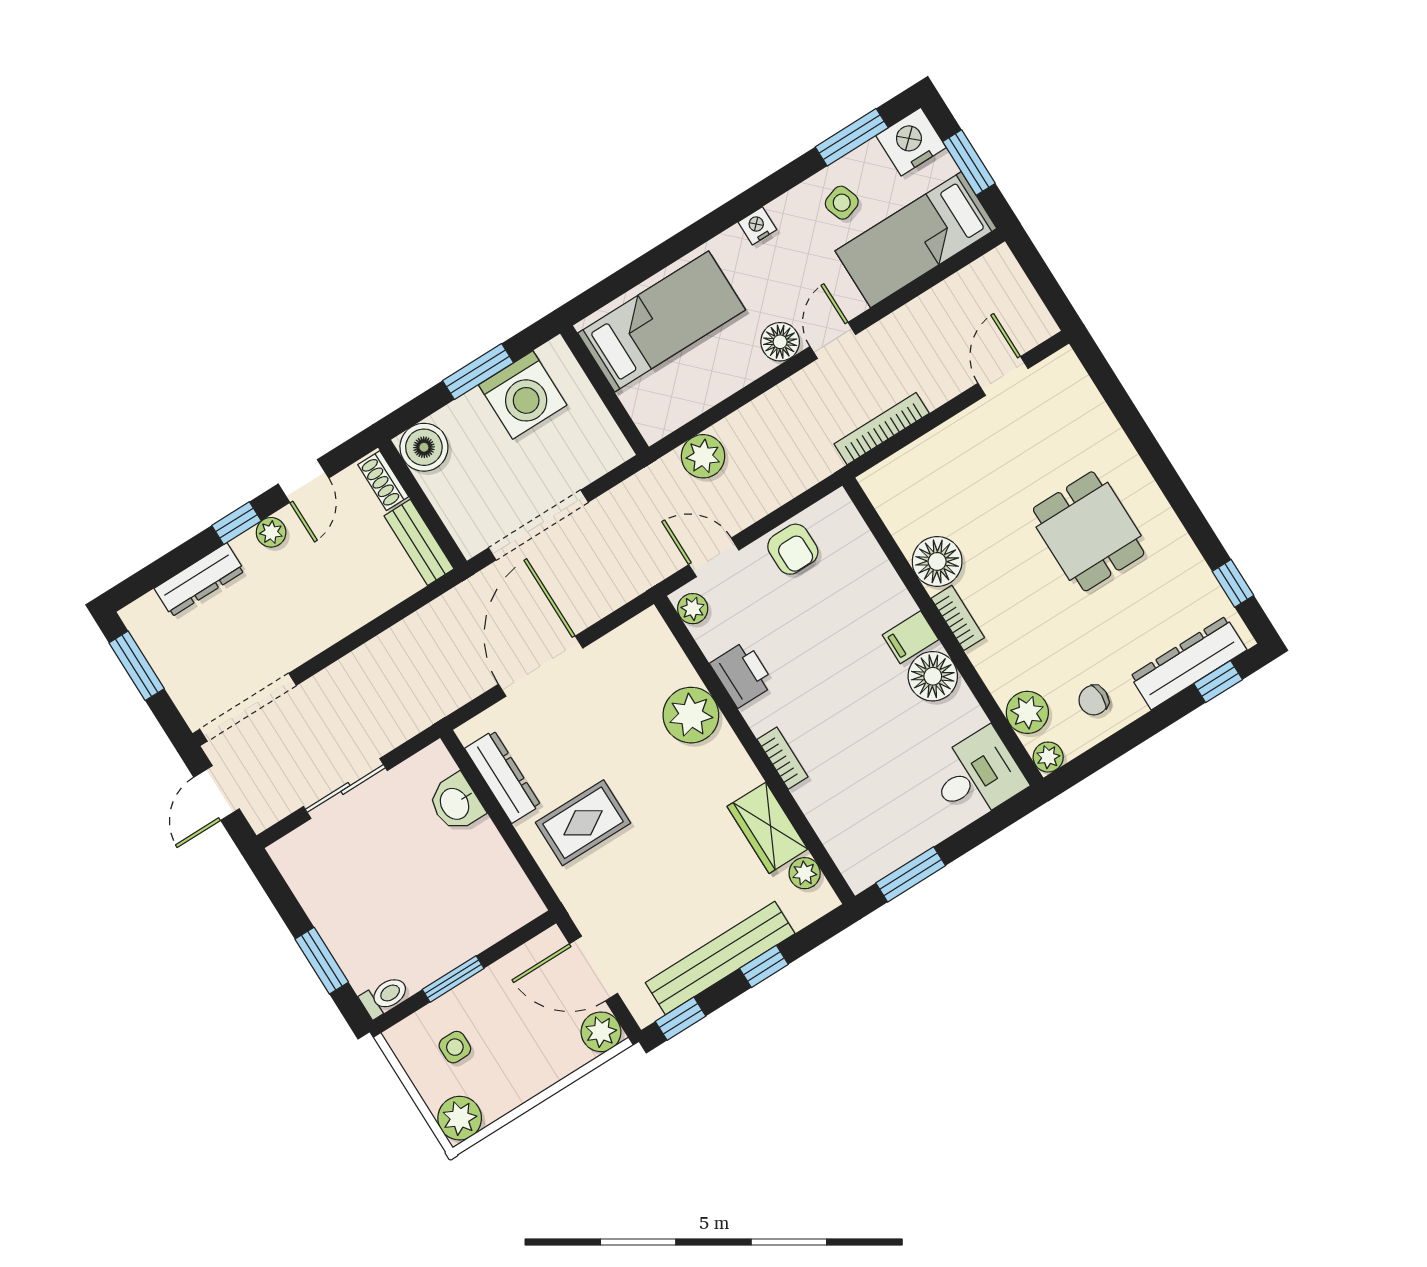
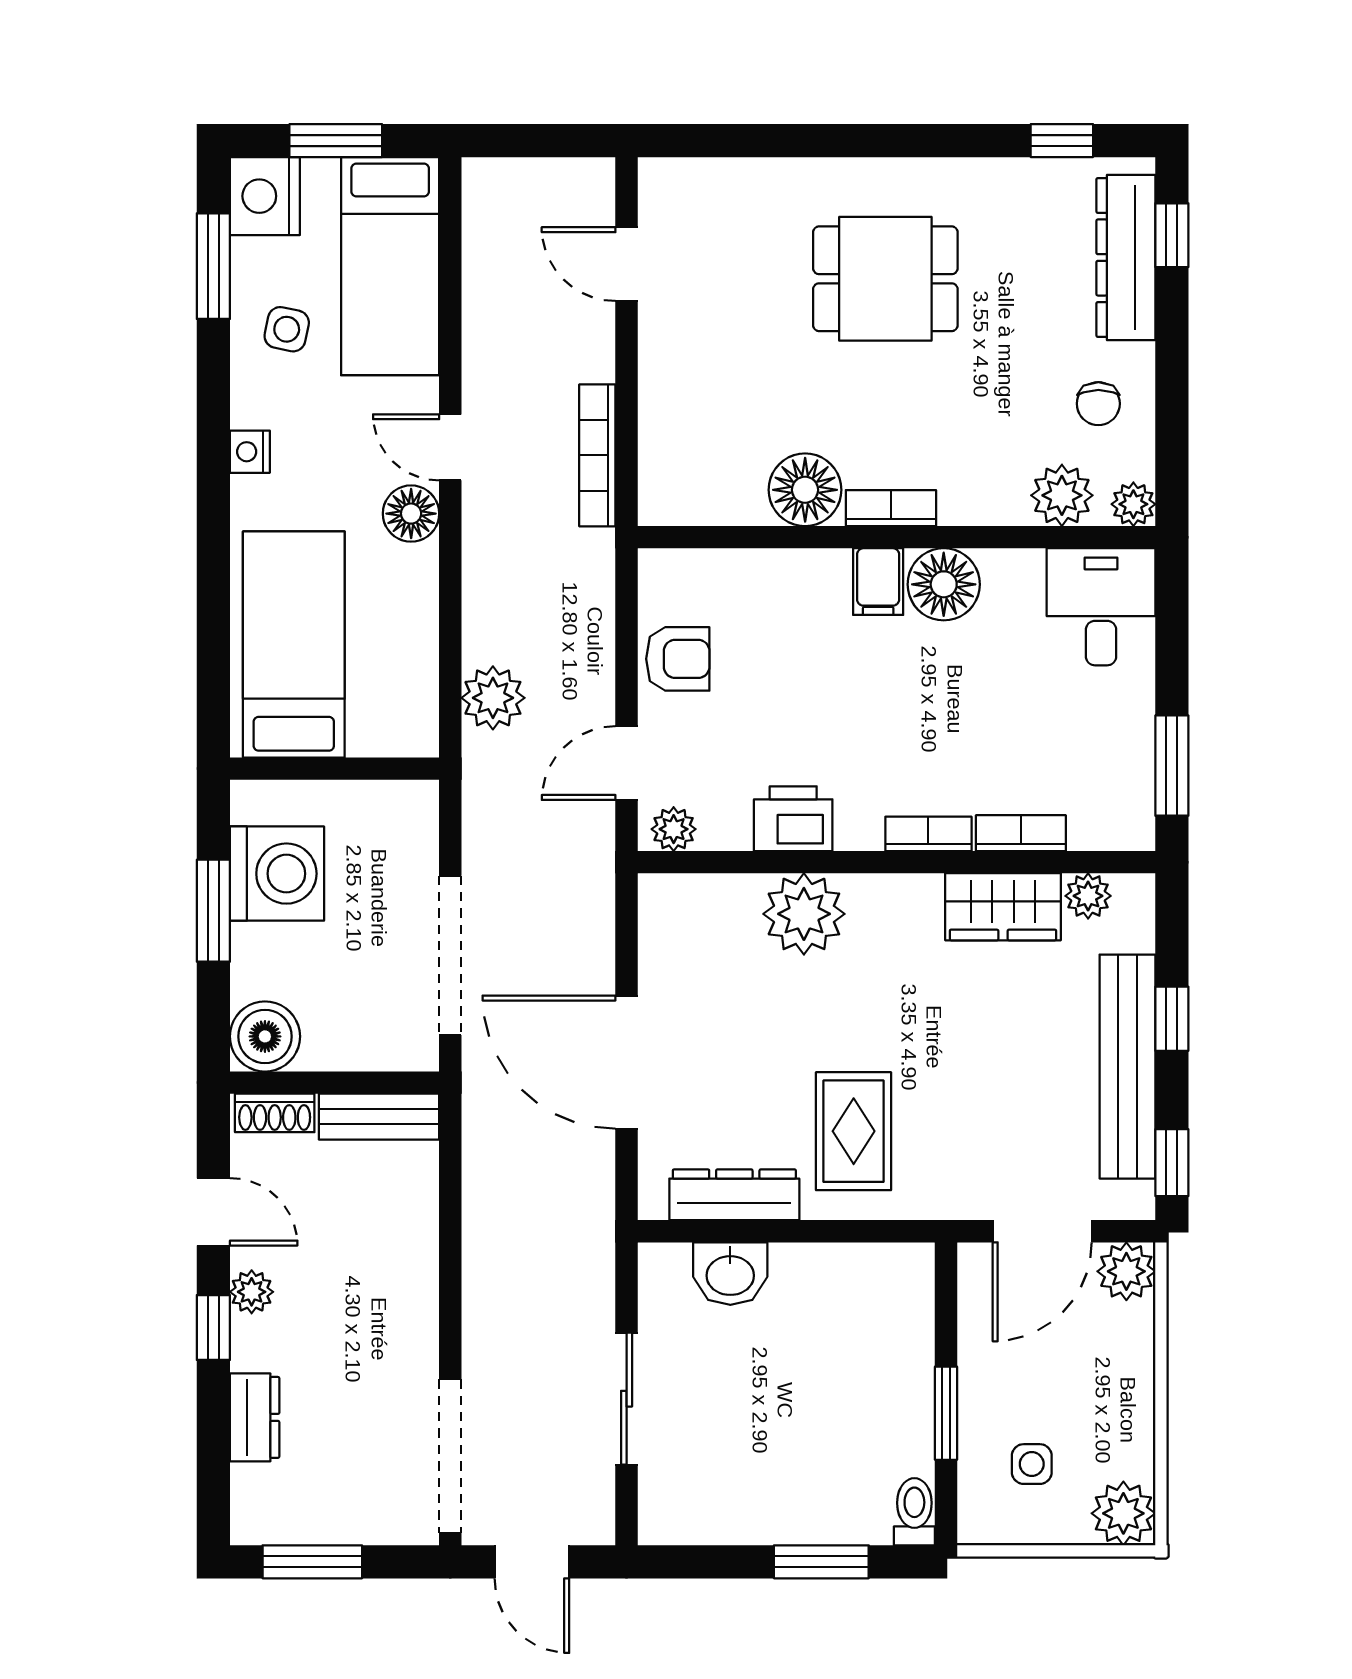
side table: (842, 203) -> (287, 329), turned 31
dresser: (199, 580) -> (255, 1417), width x0.70
bookcase: (817, 811) -> (1021, 833), added

